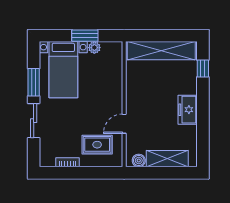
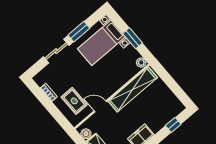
plant: (94, 48) -> (141, 63), moved
shelving: (161, 51) -> (133, 89), moved, turned 90

